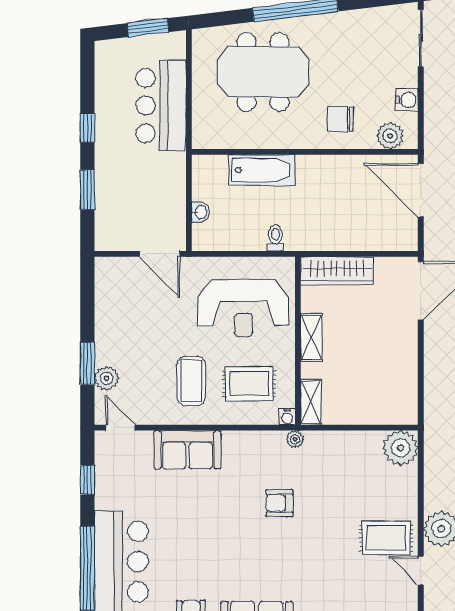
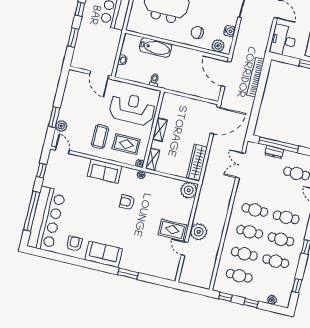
wardrobe: (337, 271) -> (197, 162), moved, turned 90
reception desk: (243, 308) -> (132, 109), turned 180
sofa: (188, 450) -> (105, 171), moved

